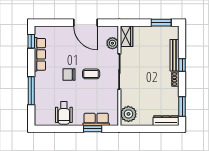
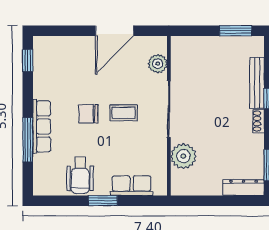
door: (86, 23) -> (115, 31), hinge flipped
wardrobe: (127, 36) -> (180, 53), removed
row of seats: (40, 54) -> (42, 127), moved
plant: (128, 114) -> (183, 156), moved
window: (93, 129) -> (103, 201), moved

